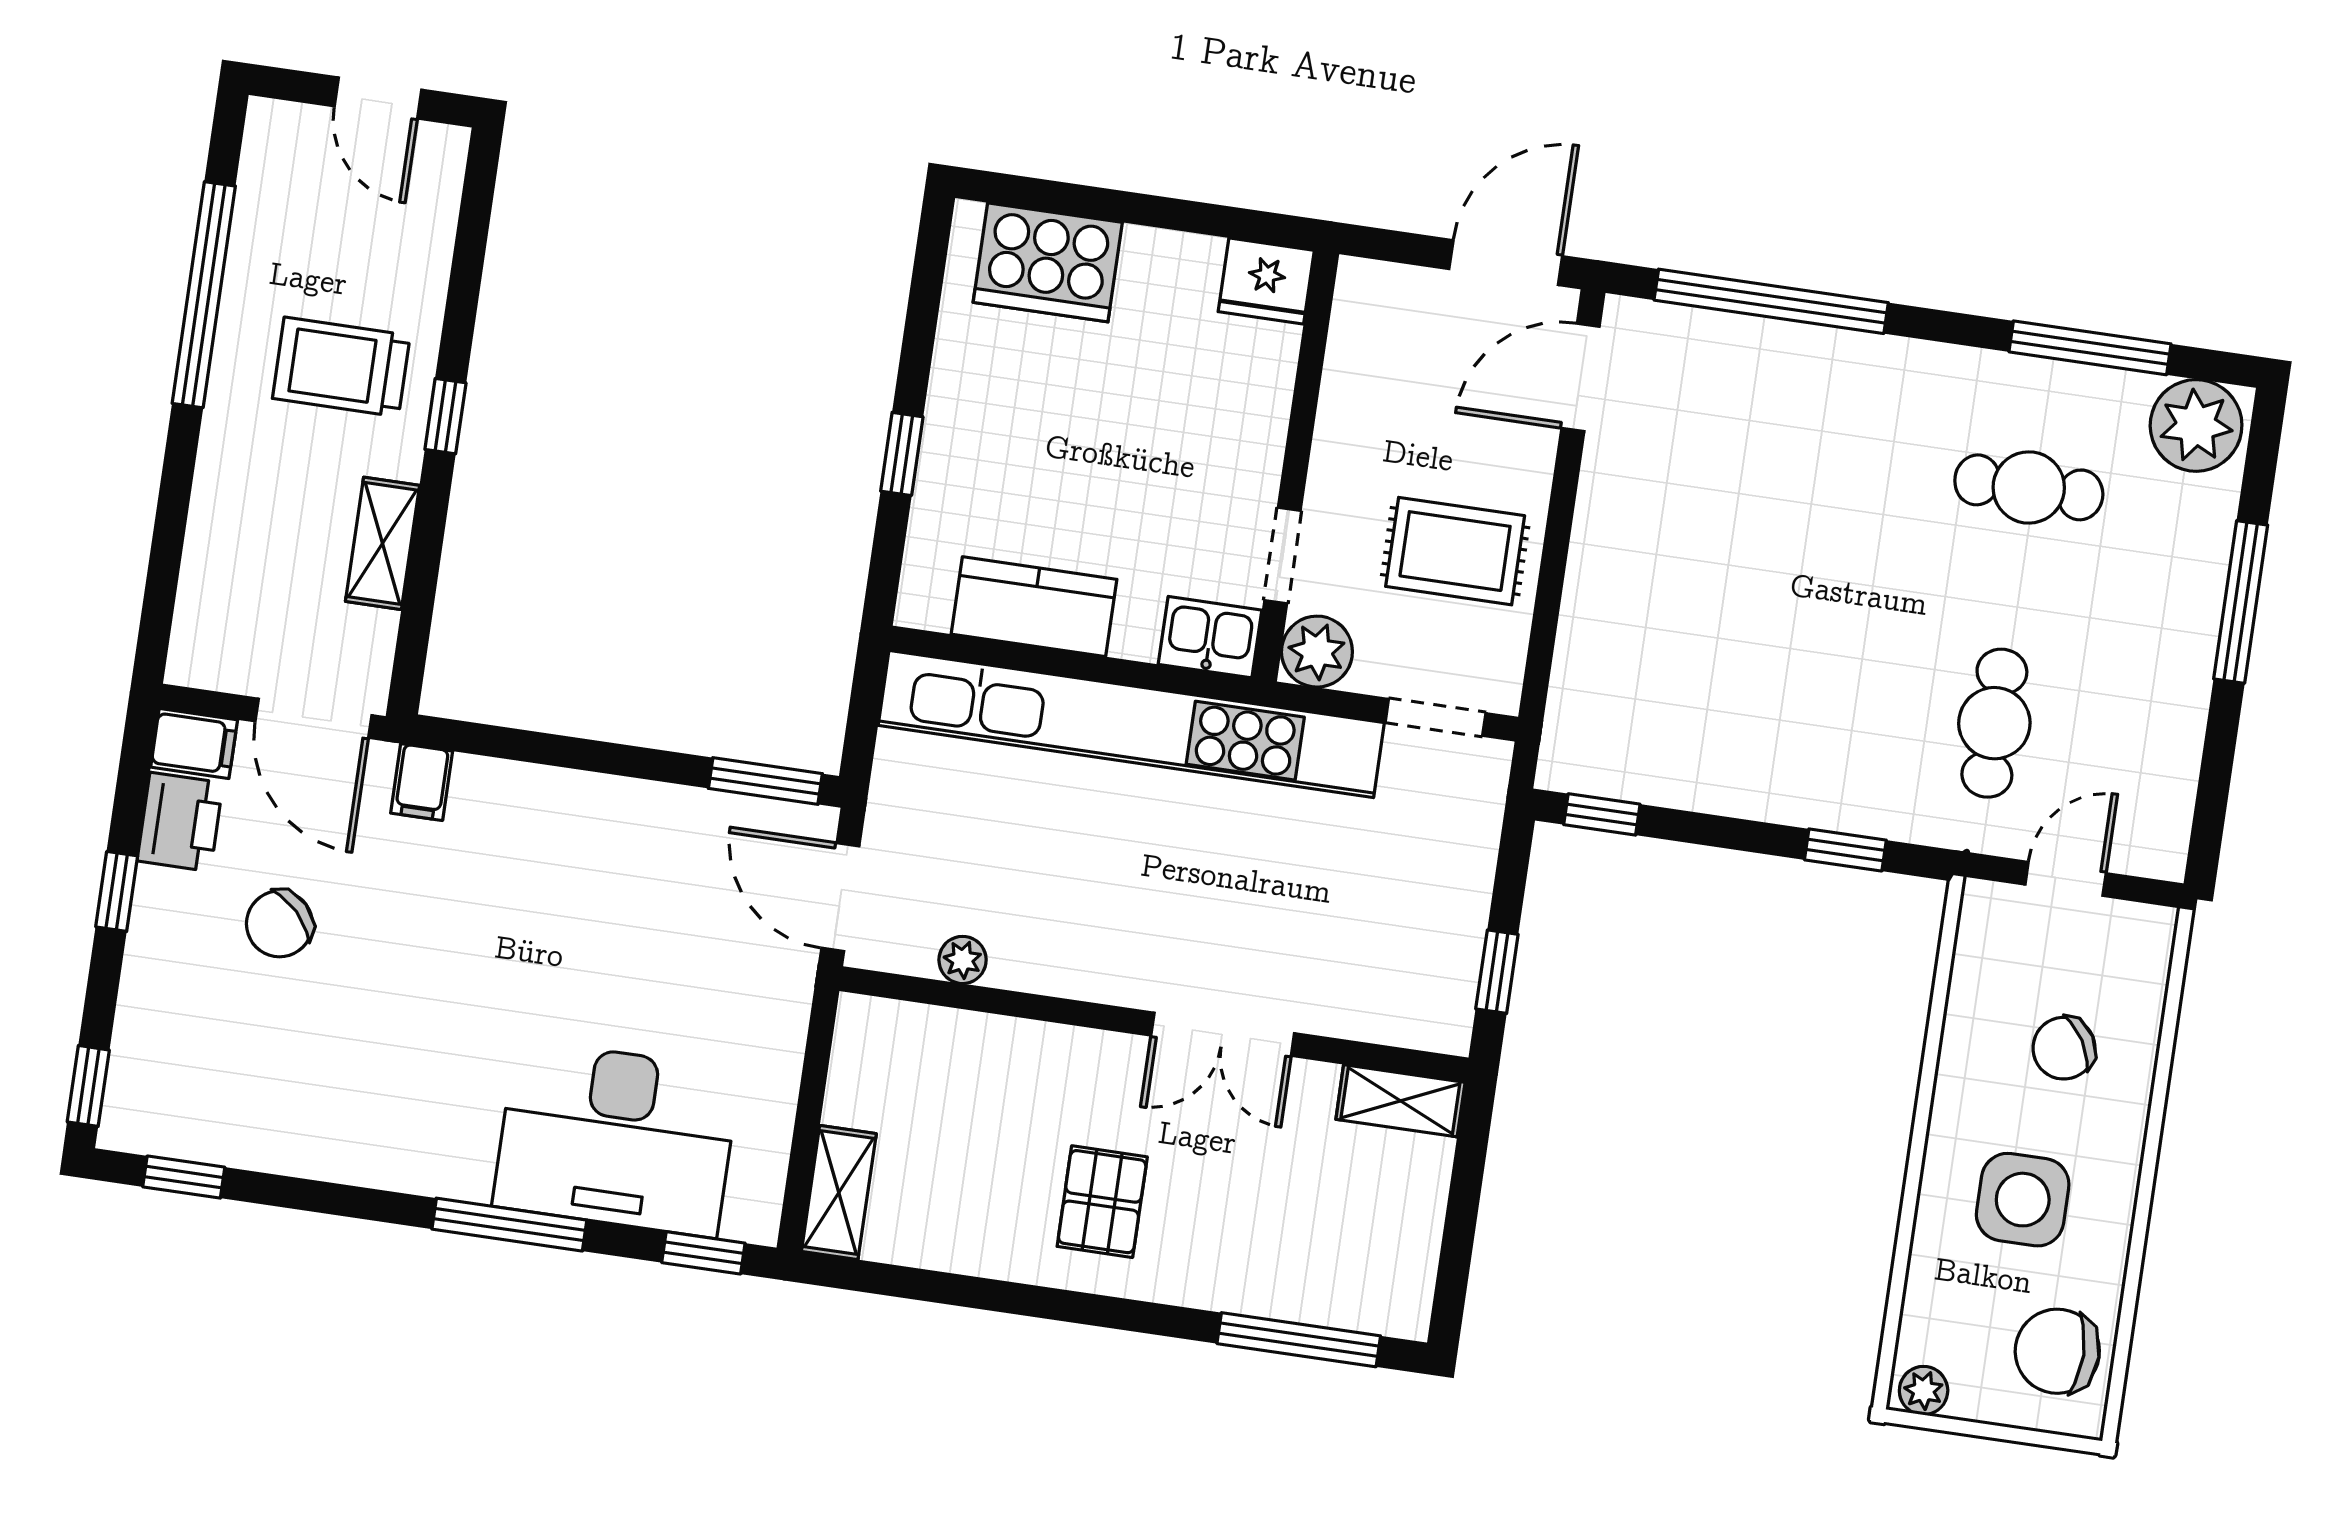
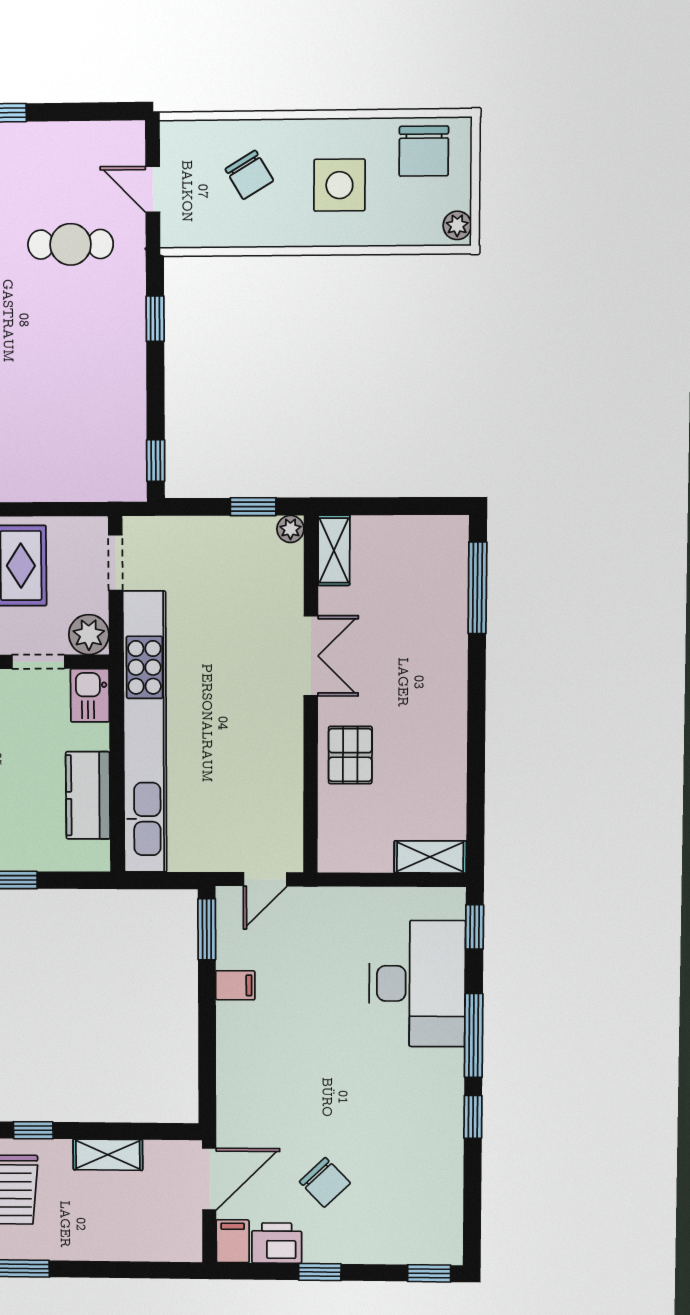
filing cabinet: (422, 782) -> (235, 985), moved
door: (840, 897) -> (265, 879), width x0.73
plant: (963, 960) -> (290, 529), moved
window: (184, 1177) -> (473, 1117), moved
pallet: (1102, 1202) -> (350, 755), moved, turned 90

